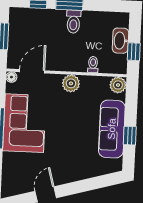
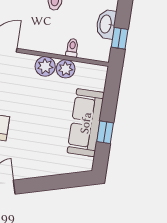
plant: (118, 85) -> (66, 69), moved

